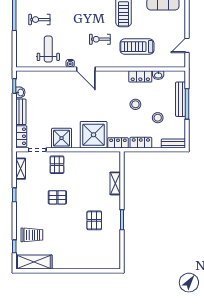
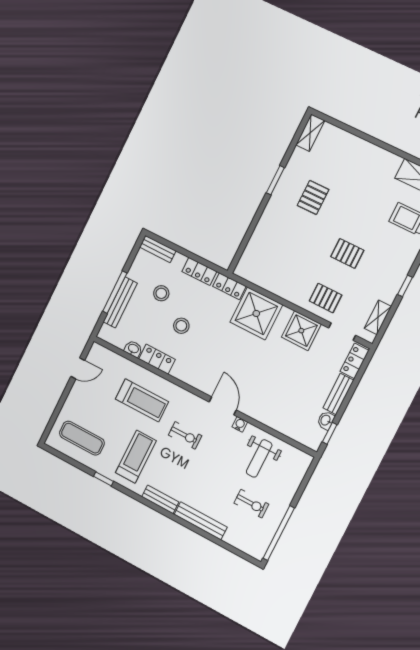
pallet: (57, 165) -> (326, 298), turned 90
shelving: (115, 183) -> (310, 133), moved

